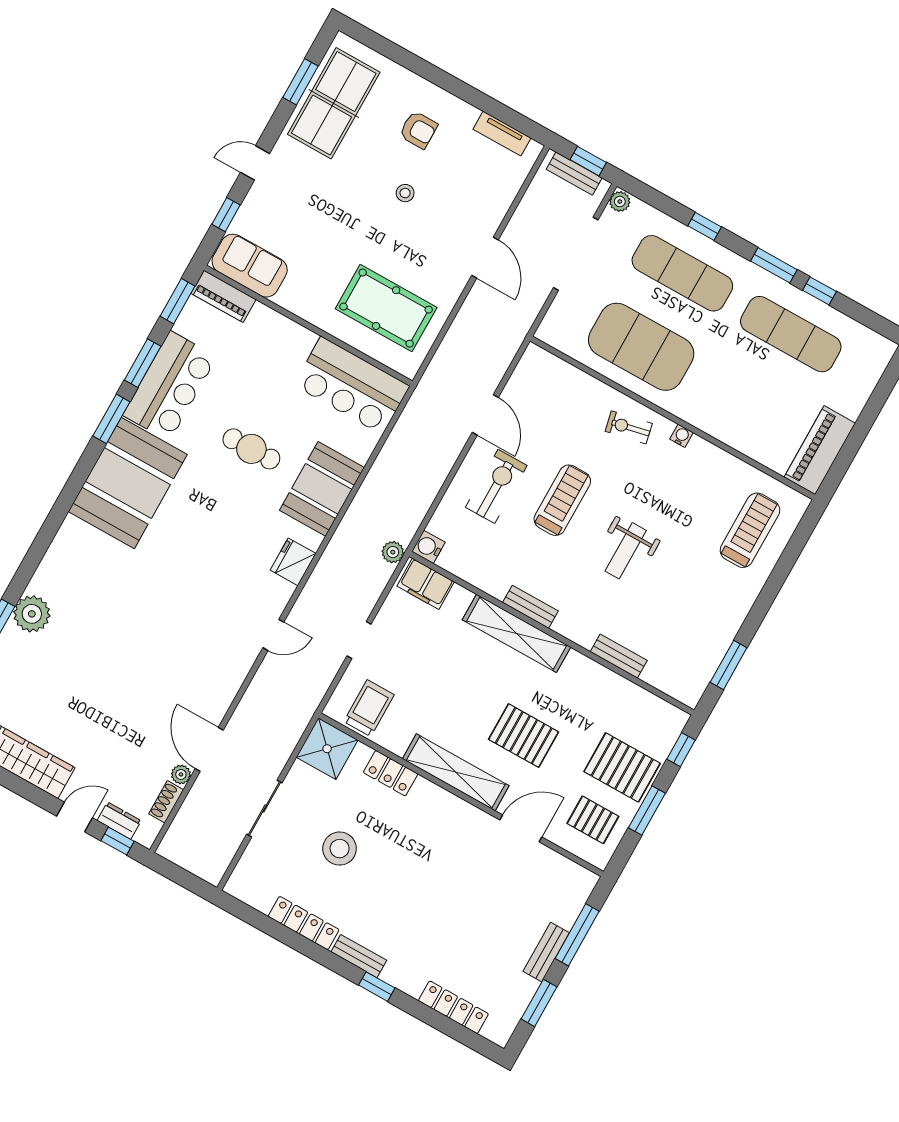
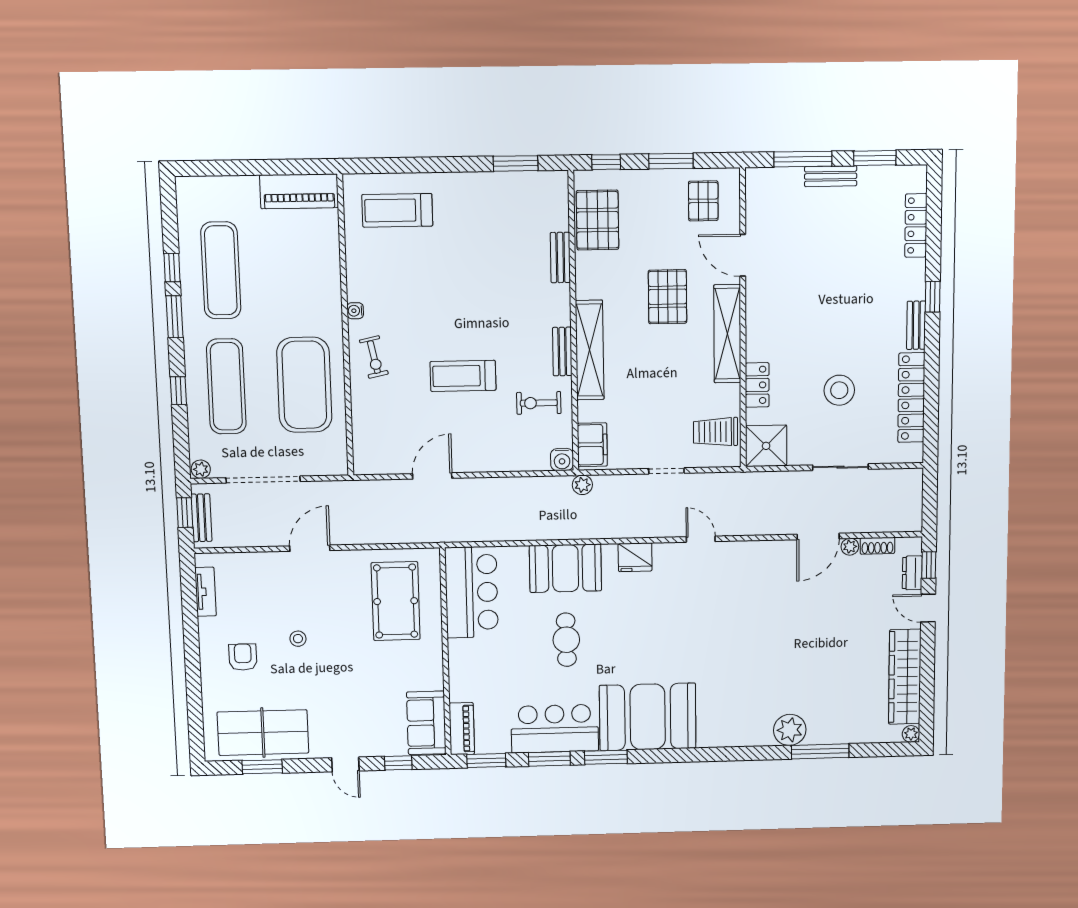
exercise bike: (496, 486) -> (539, 403), moved, width x0.73, depth x0.72
weight bench: (626, 551) -> (473, 302), removed
pallet: (622, 767) -> (597, 220), moved
locker: (304, 923) -> (911, 398), width x1.41, depth x1.21

